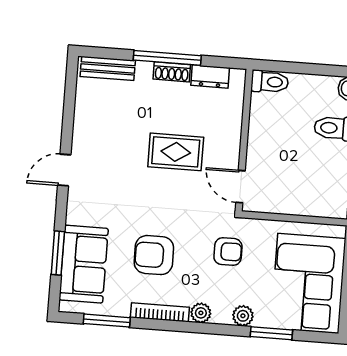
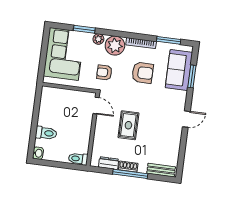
rug: (176, 152) -> (128, 125), turned 90
plant: (201, 313) -> (115, 46), width x1.87, depth x1.87

